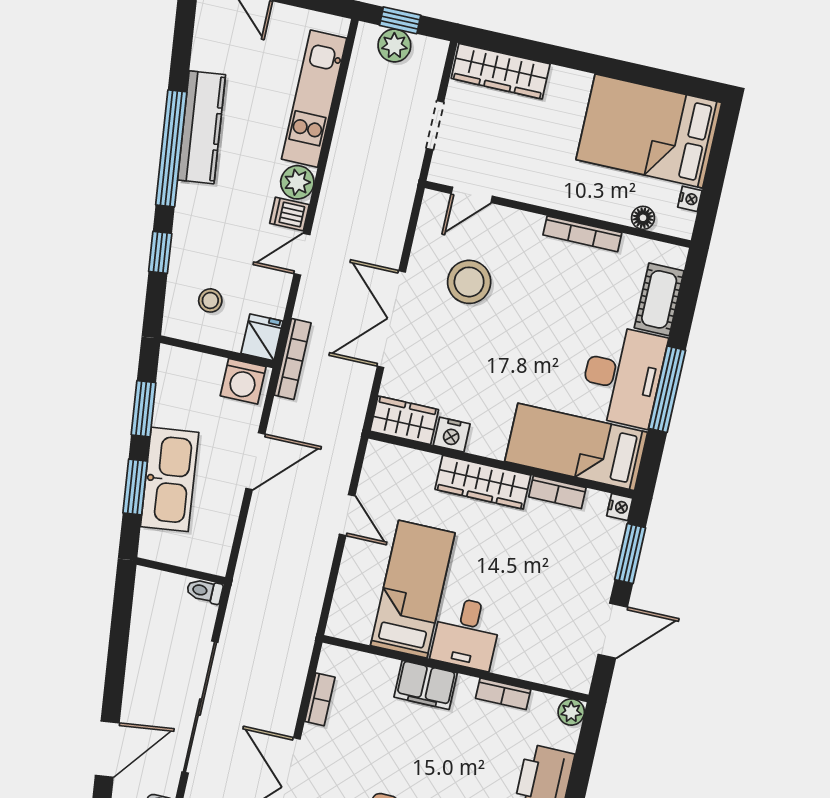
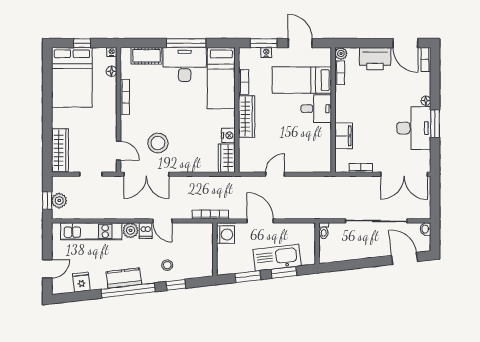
kitchen counter: (202, 127) -> (124, 278), width x0.67
window: (717, 169) -> (82, 43), added
nightstand: (690, 199) -> (112, 52), moved
stool: (210, 300) -> (167, 265), moved
double door: (391, 319) -> (146, 174), moved
fridge: (262, 337) -> (81, 282), moved, turned 83
nightstand: (620, 507) -> (266, 52), moved
bed: (413, 589) -> (302, 80), moved
filing cabinet: (426, 685) -> (344, 136), moved
bookcase: (503, 694) -> (340, 73), moved

